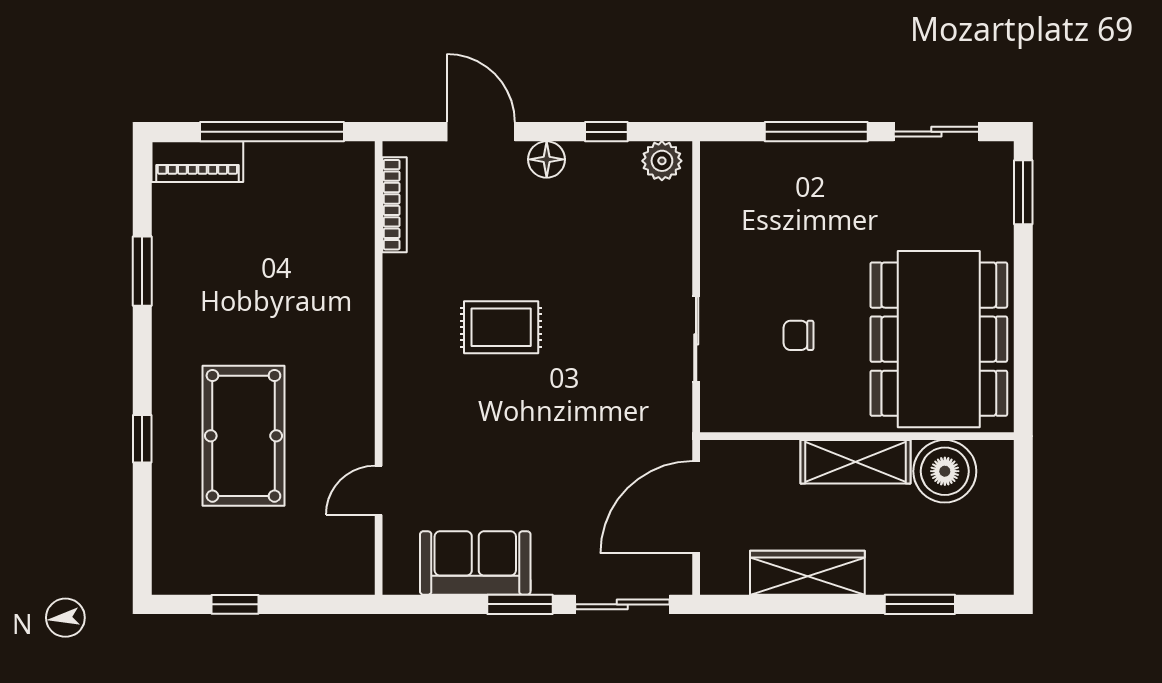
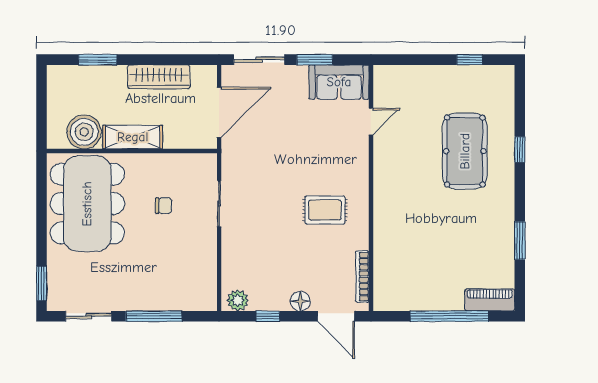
bookcase: (395, 205) -> (362, 277), moved
wall: (379, 368) -> (371, 188), moved
door: (379, 490) -> (371, 121), moved

